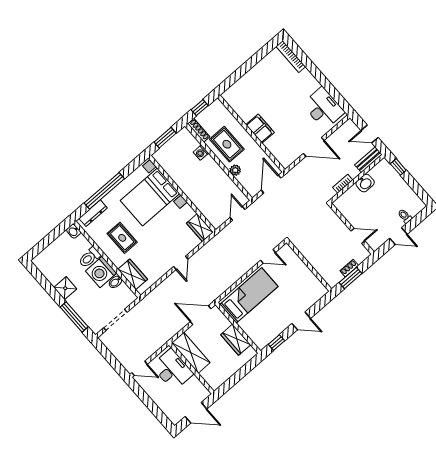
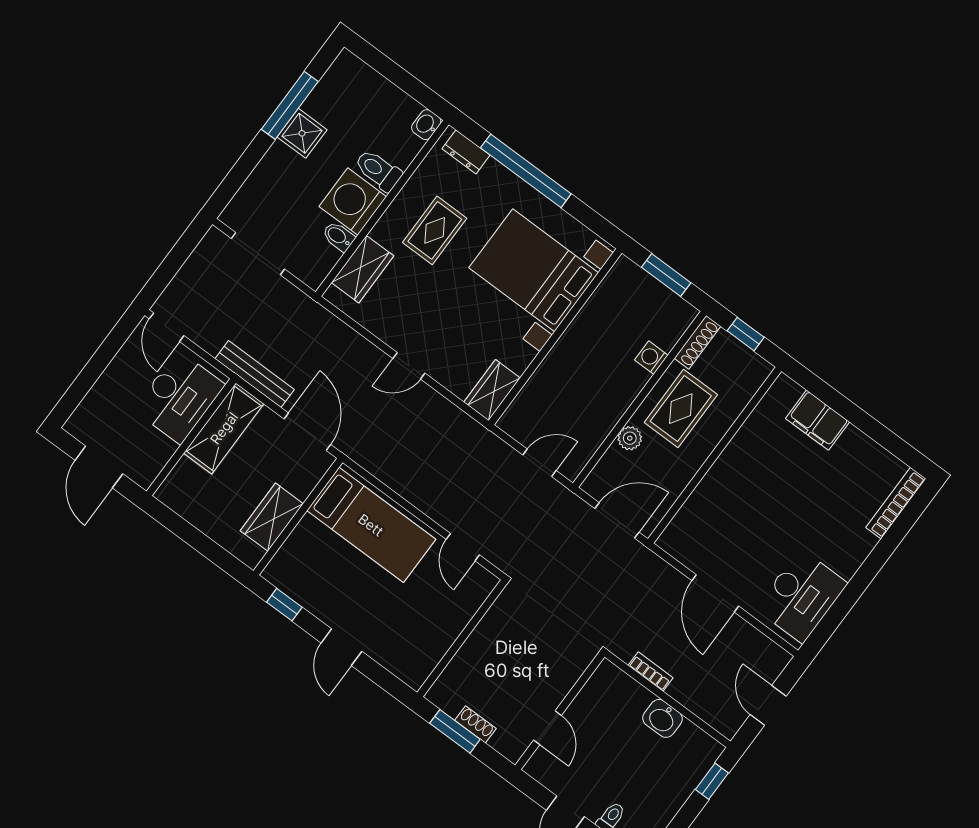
filing cabinet: (260, 129) -> (817, 420), moved, turned 90
bench: (368, 160) -> (255, 374), moved, width x1.36
dresser: (93, 213) -> (466, 152), width x0.70
window: (74, 317) -> (290, 105), moved

